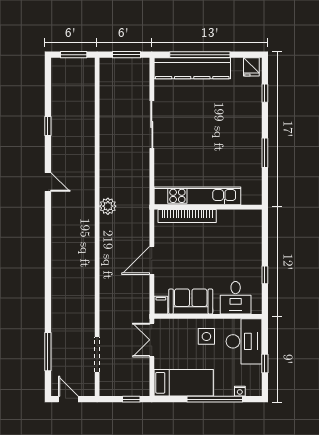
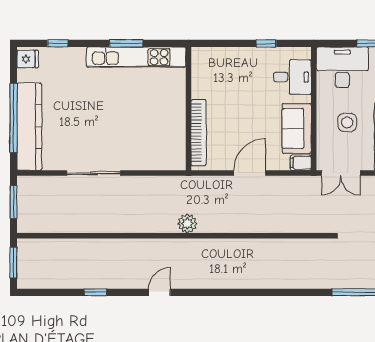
kitchen unit: (197, 196) -> (136, 57), moved, turned -90
door: (152, 260) -> (250, 173), swing flipped
side table: (206, 336) -> (347, 122), moved

